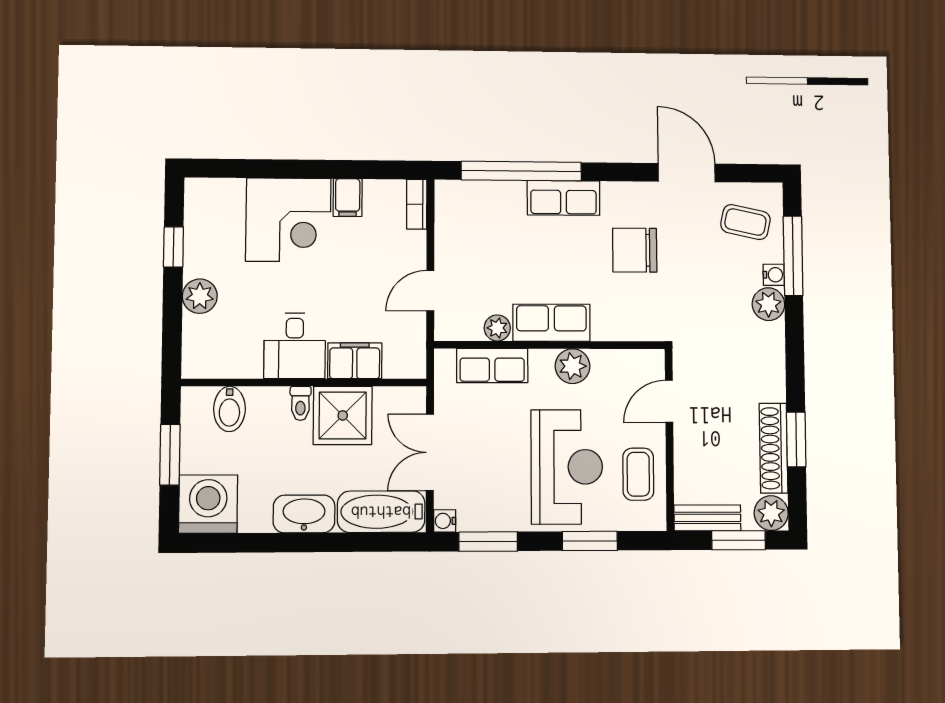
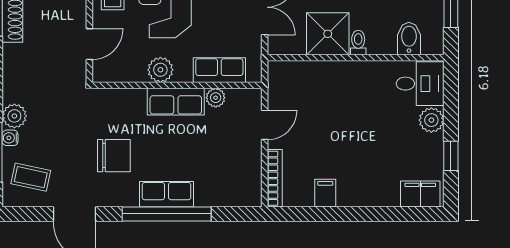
window: (521, 171) -> (167, 214), moved
bookcase: (417, 204) -> (275, 178), width x1.56
corner desk: (288, 220) -> (368, 176), removed
desk: (295, 346) -> (420, 84), moved, turned 90
filing cabinet: (355, 361) -> (420, 194), moved, turned 180

